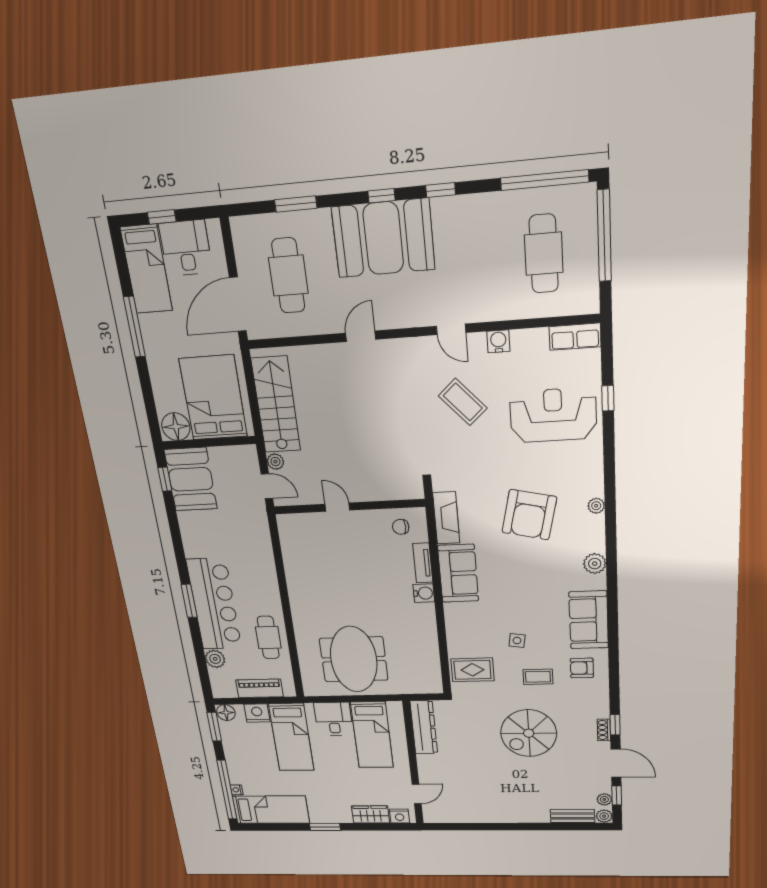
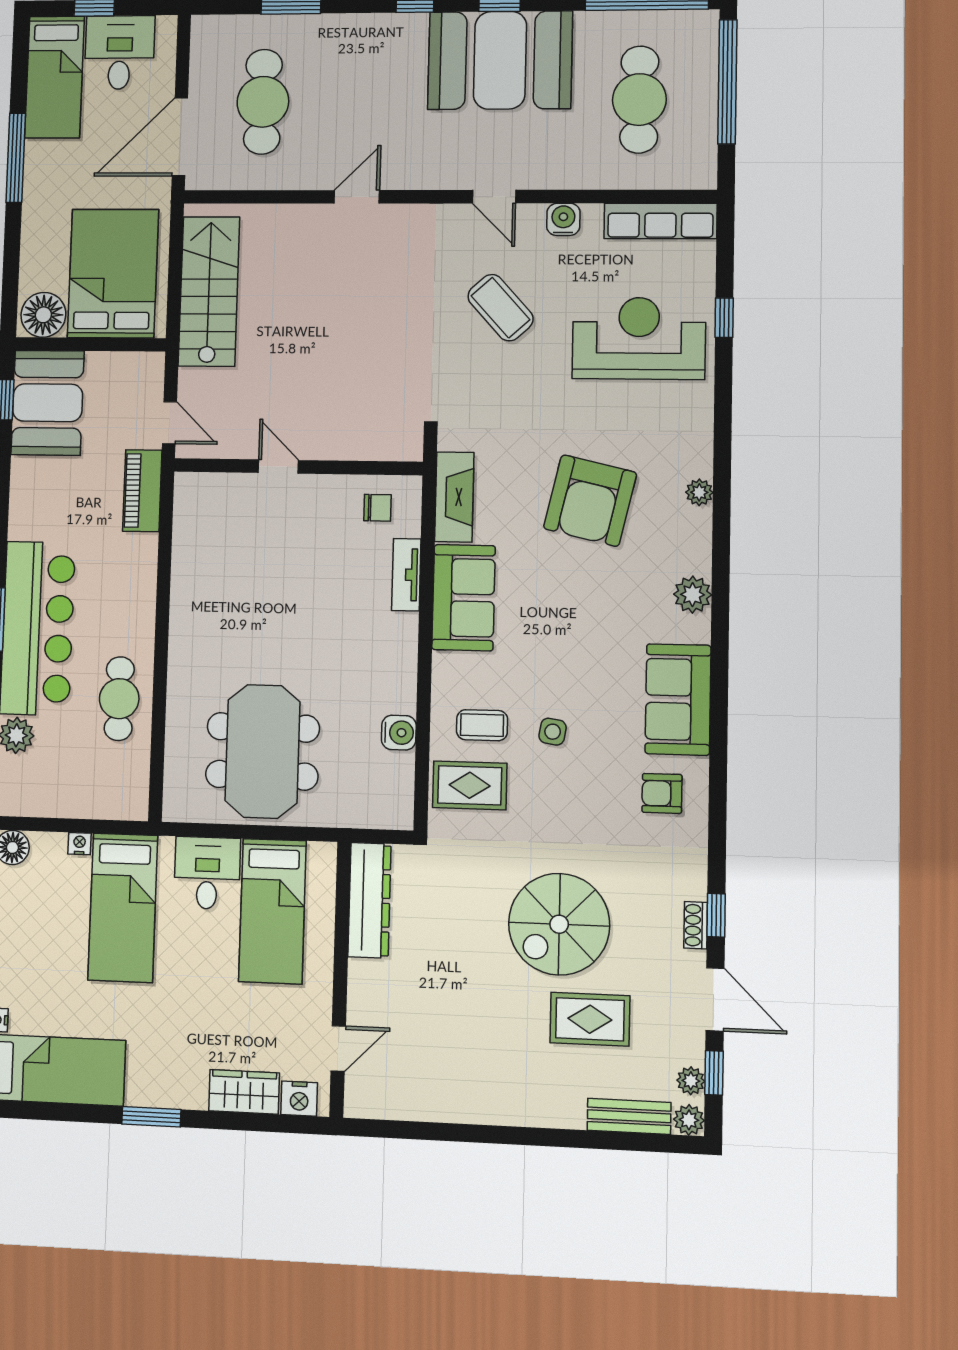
booth: (383, 238) -> (500, 60), moved
row of seats: (575, 337) -> (660, 221), width x1.48
plant: (275, 462) -> (191, 383), removed
chair: (401, 527) -> (378, 508), turned 180
water cooler: (424, 593) -> (399, 733), moved
coffee table: (538, 677) -> (482, 725), moved
piano: (260, 688) -> (142, 491), moved, turned -90
nightstand: (257, 713) -> (79, 844), width x0.53, depth x0.56
rug: (549, 775) -> (590, 1019), added

